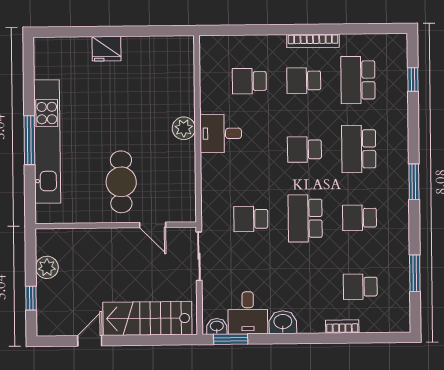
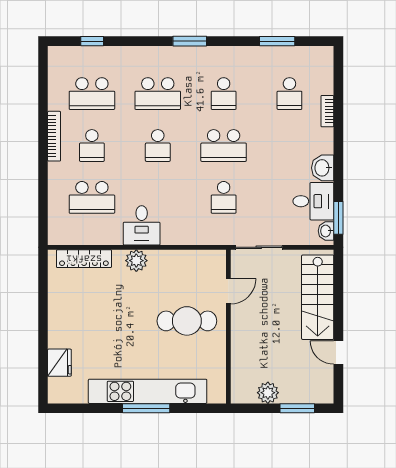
fridge: (107, 49) -> (59, 363), moved
locker: (185, 73) -> (84, 259), added
school desk: (249, 81) -> (92, 197), width x1.85
window: (31, 298) -> (297, 408), width x1.50

